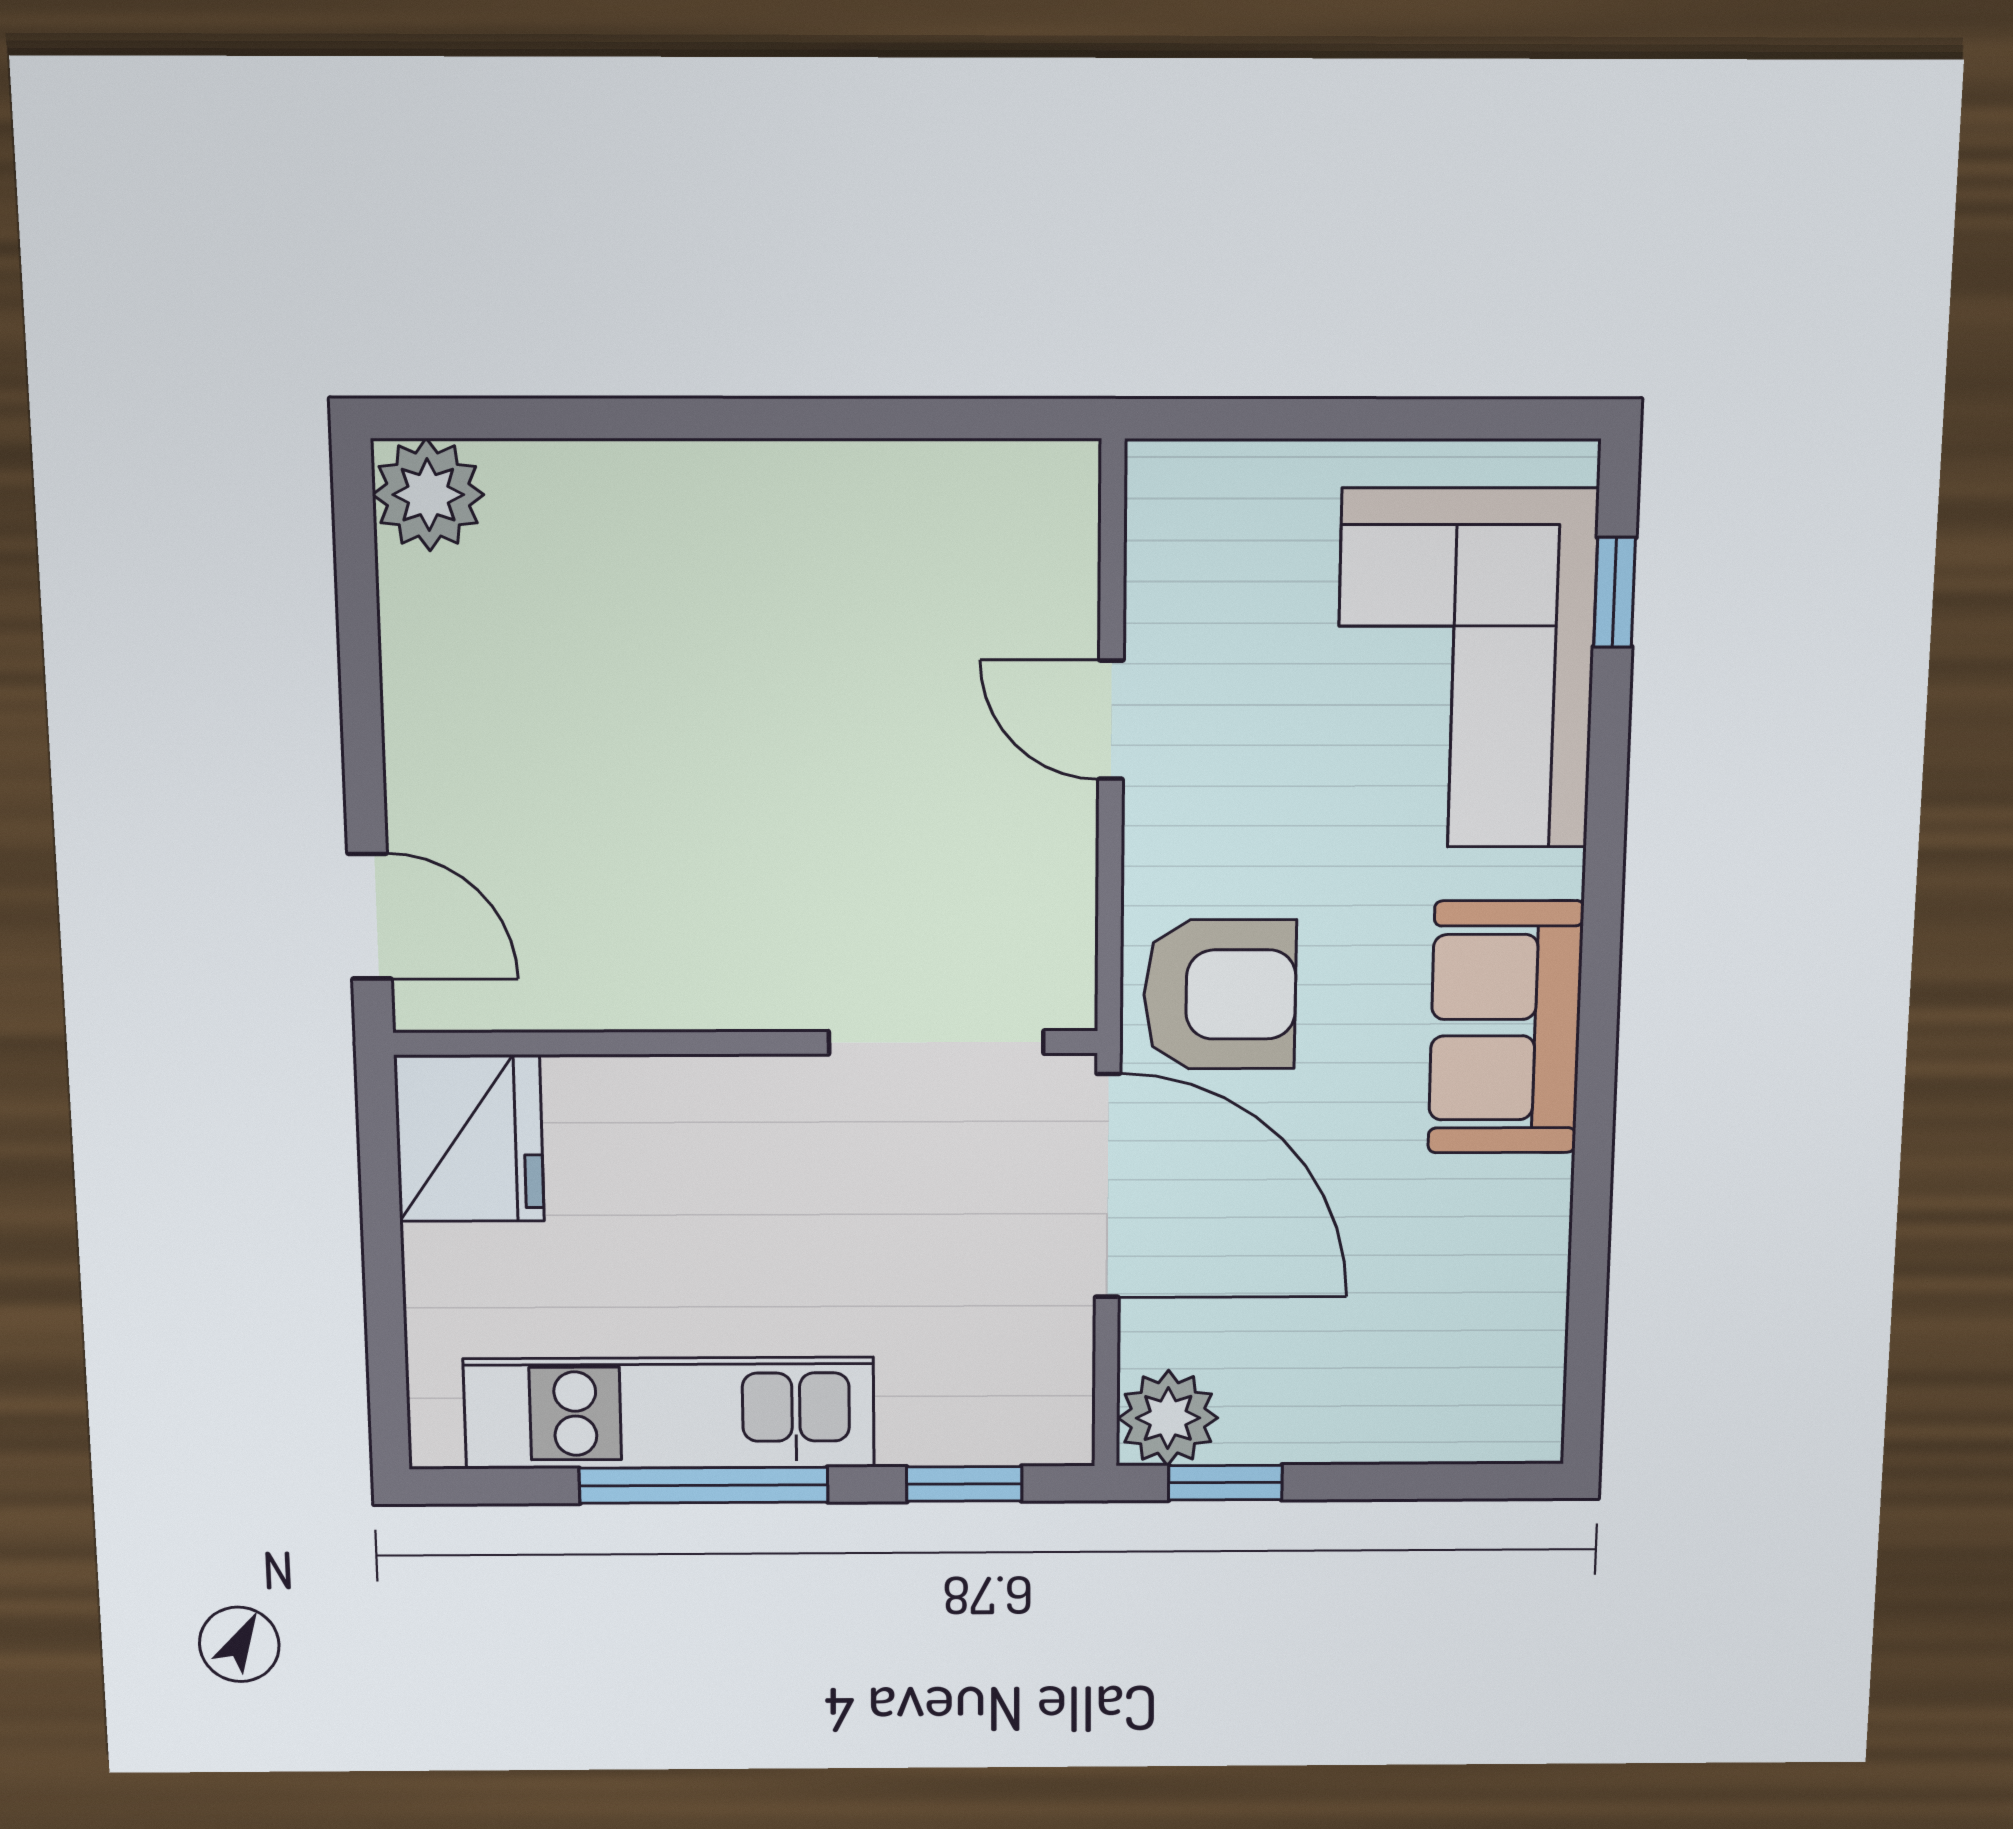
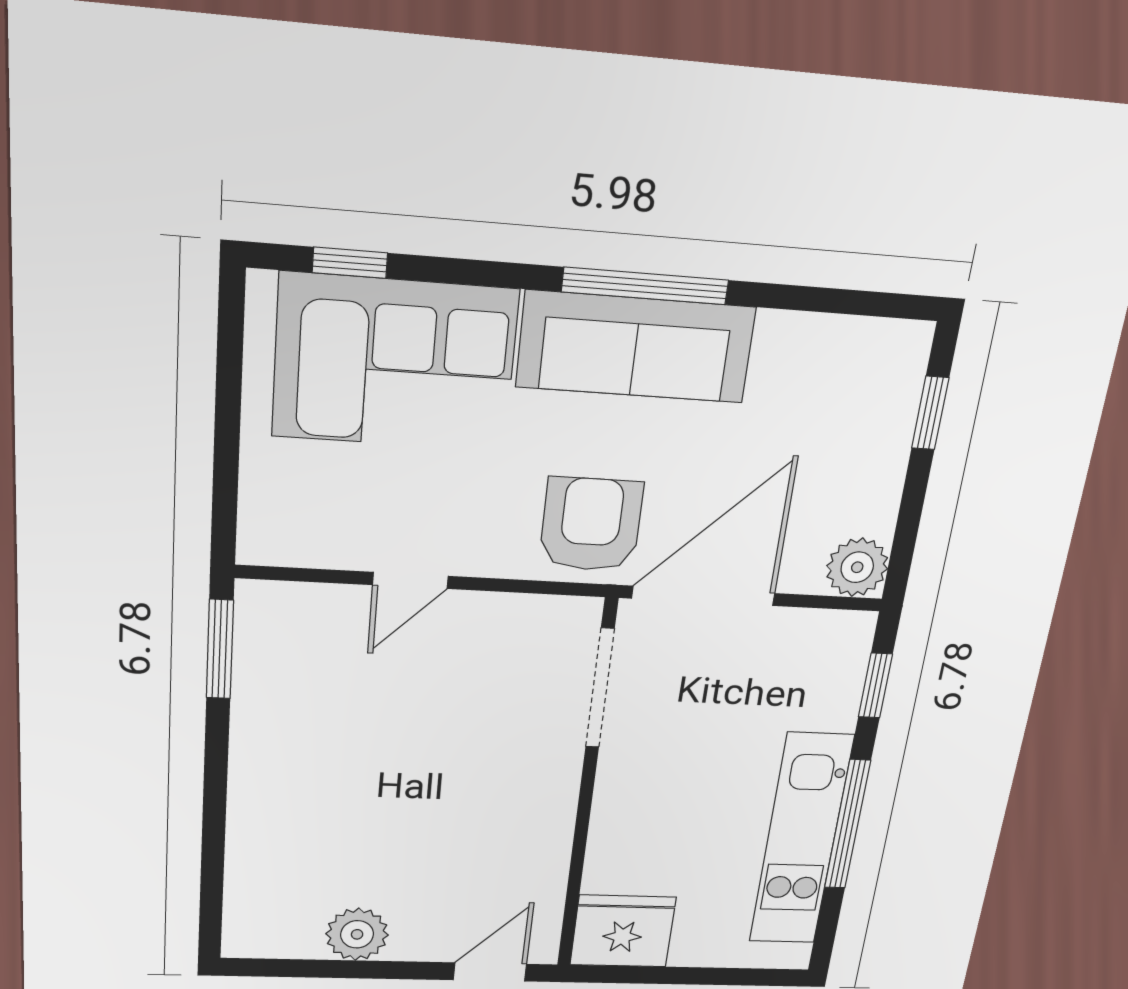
window: (974, 419) -> (220, 649), added
plant: (428, 495) -> (357, 934), moved
sofa: (1505, 1028) -> (636, 347), width x1.36
window: (1598, 1030) -> (645, 286), added
window: (1225, 1483) -> (930, 413), moved

